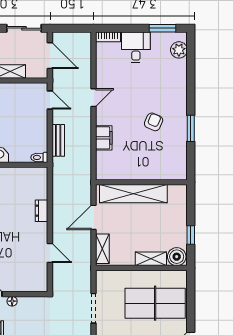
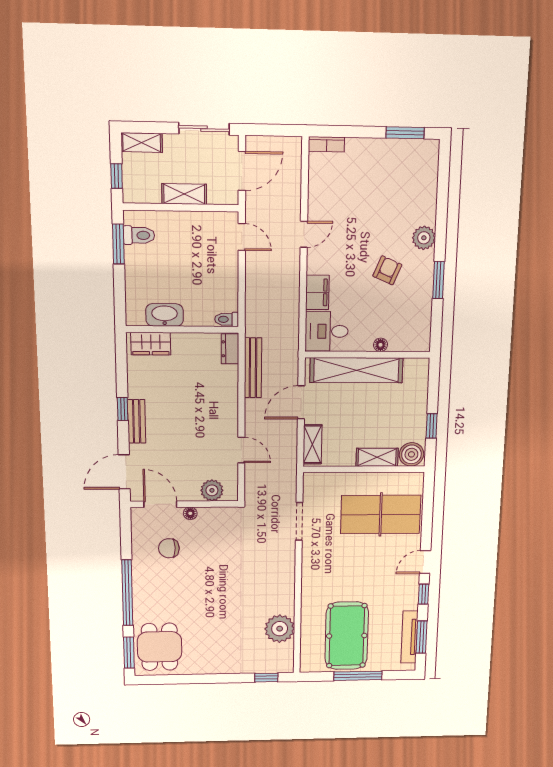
desk: (136, 47) -> (327, 331), moved, turned -90
plant: (179, 50) -> (424, 238), moved
door: (50, 56) -> (242, 171), hinge flipped
bench: (58, 140) -> (253, 368), moved, width x1.36
floor lamp: (151, 175) -> (381, 345), added
dresser: (42, 211) -> (230, 349), moved
plant: (28, 284) -> (212, 490), added

